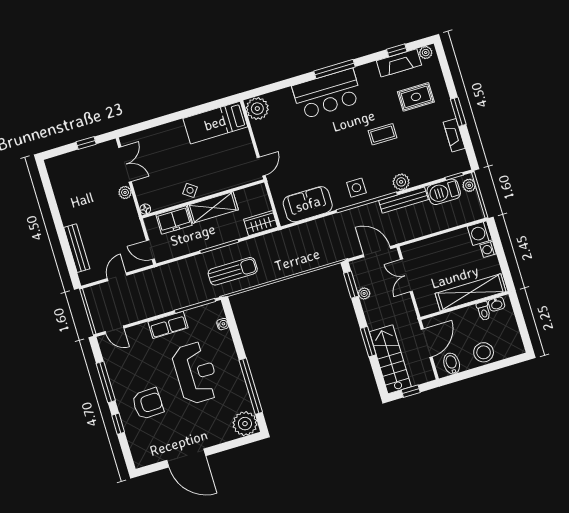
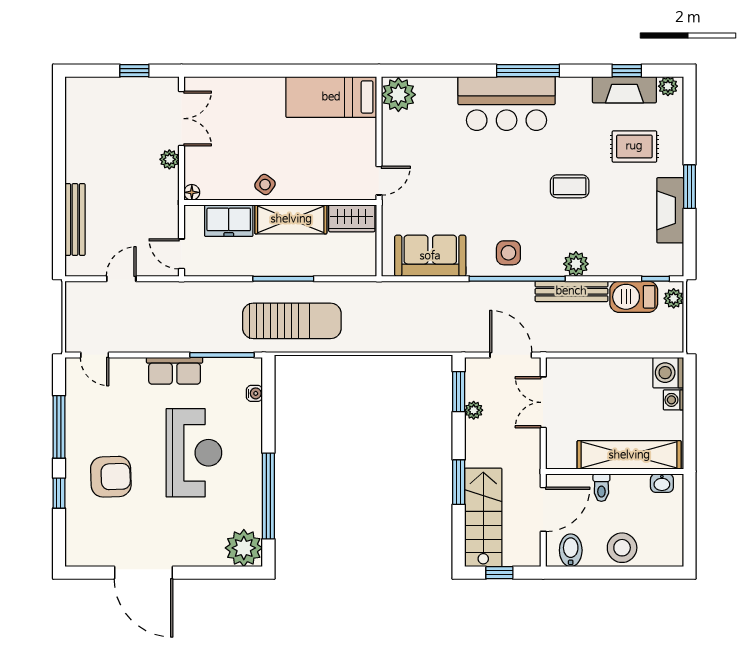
fireplace: (454, 135) -> (670, 210), width x1.37, depth x1.32
wardrobe: (261, 223) -> (352, 218), moved, turned 180
sun lounger: (233, 271) -> (292, 321), width x1.36, depth x1.34
toilet: (484, 311) -> (601, 488), moved

